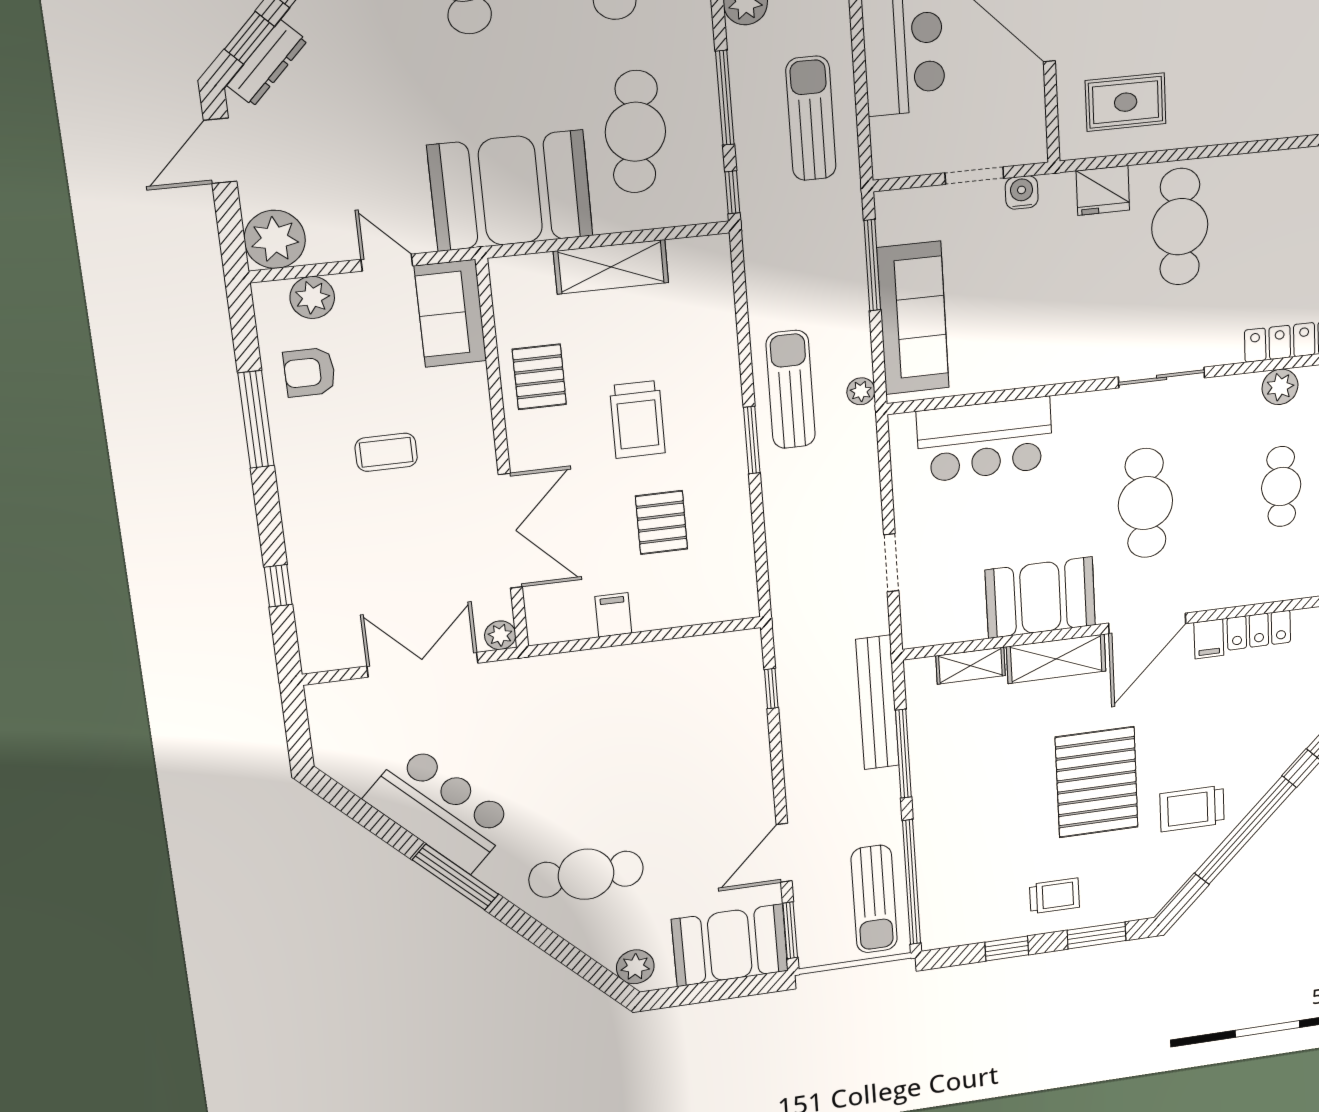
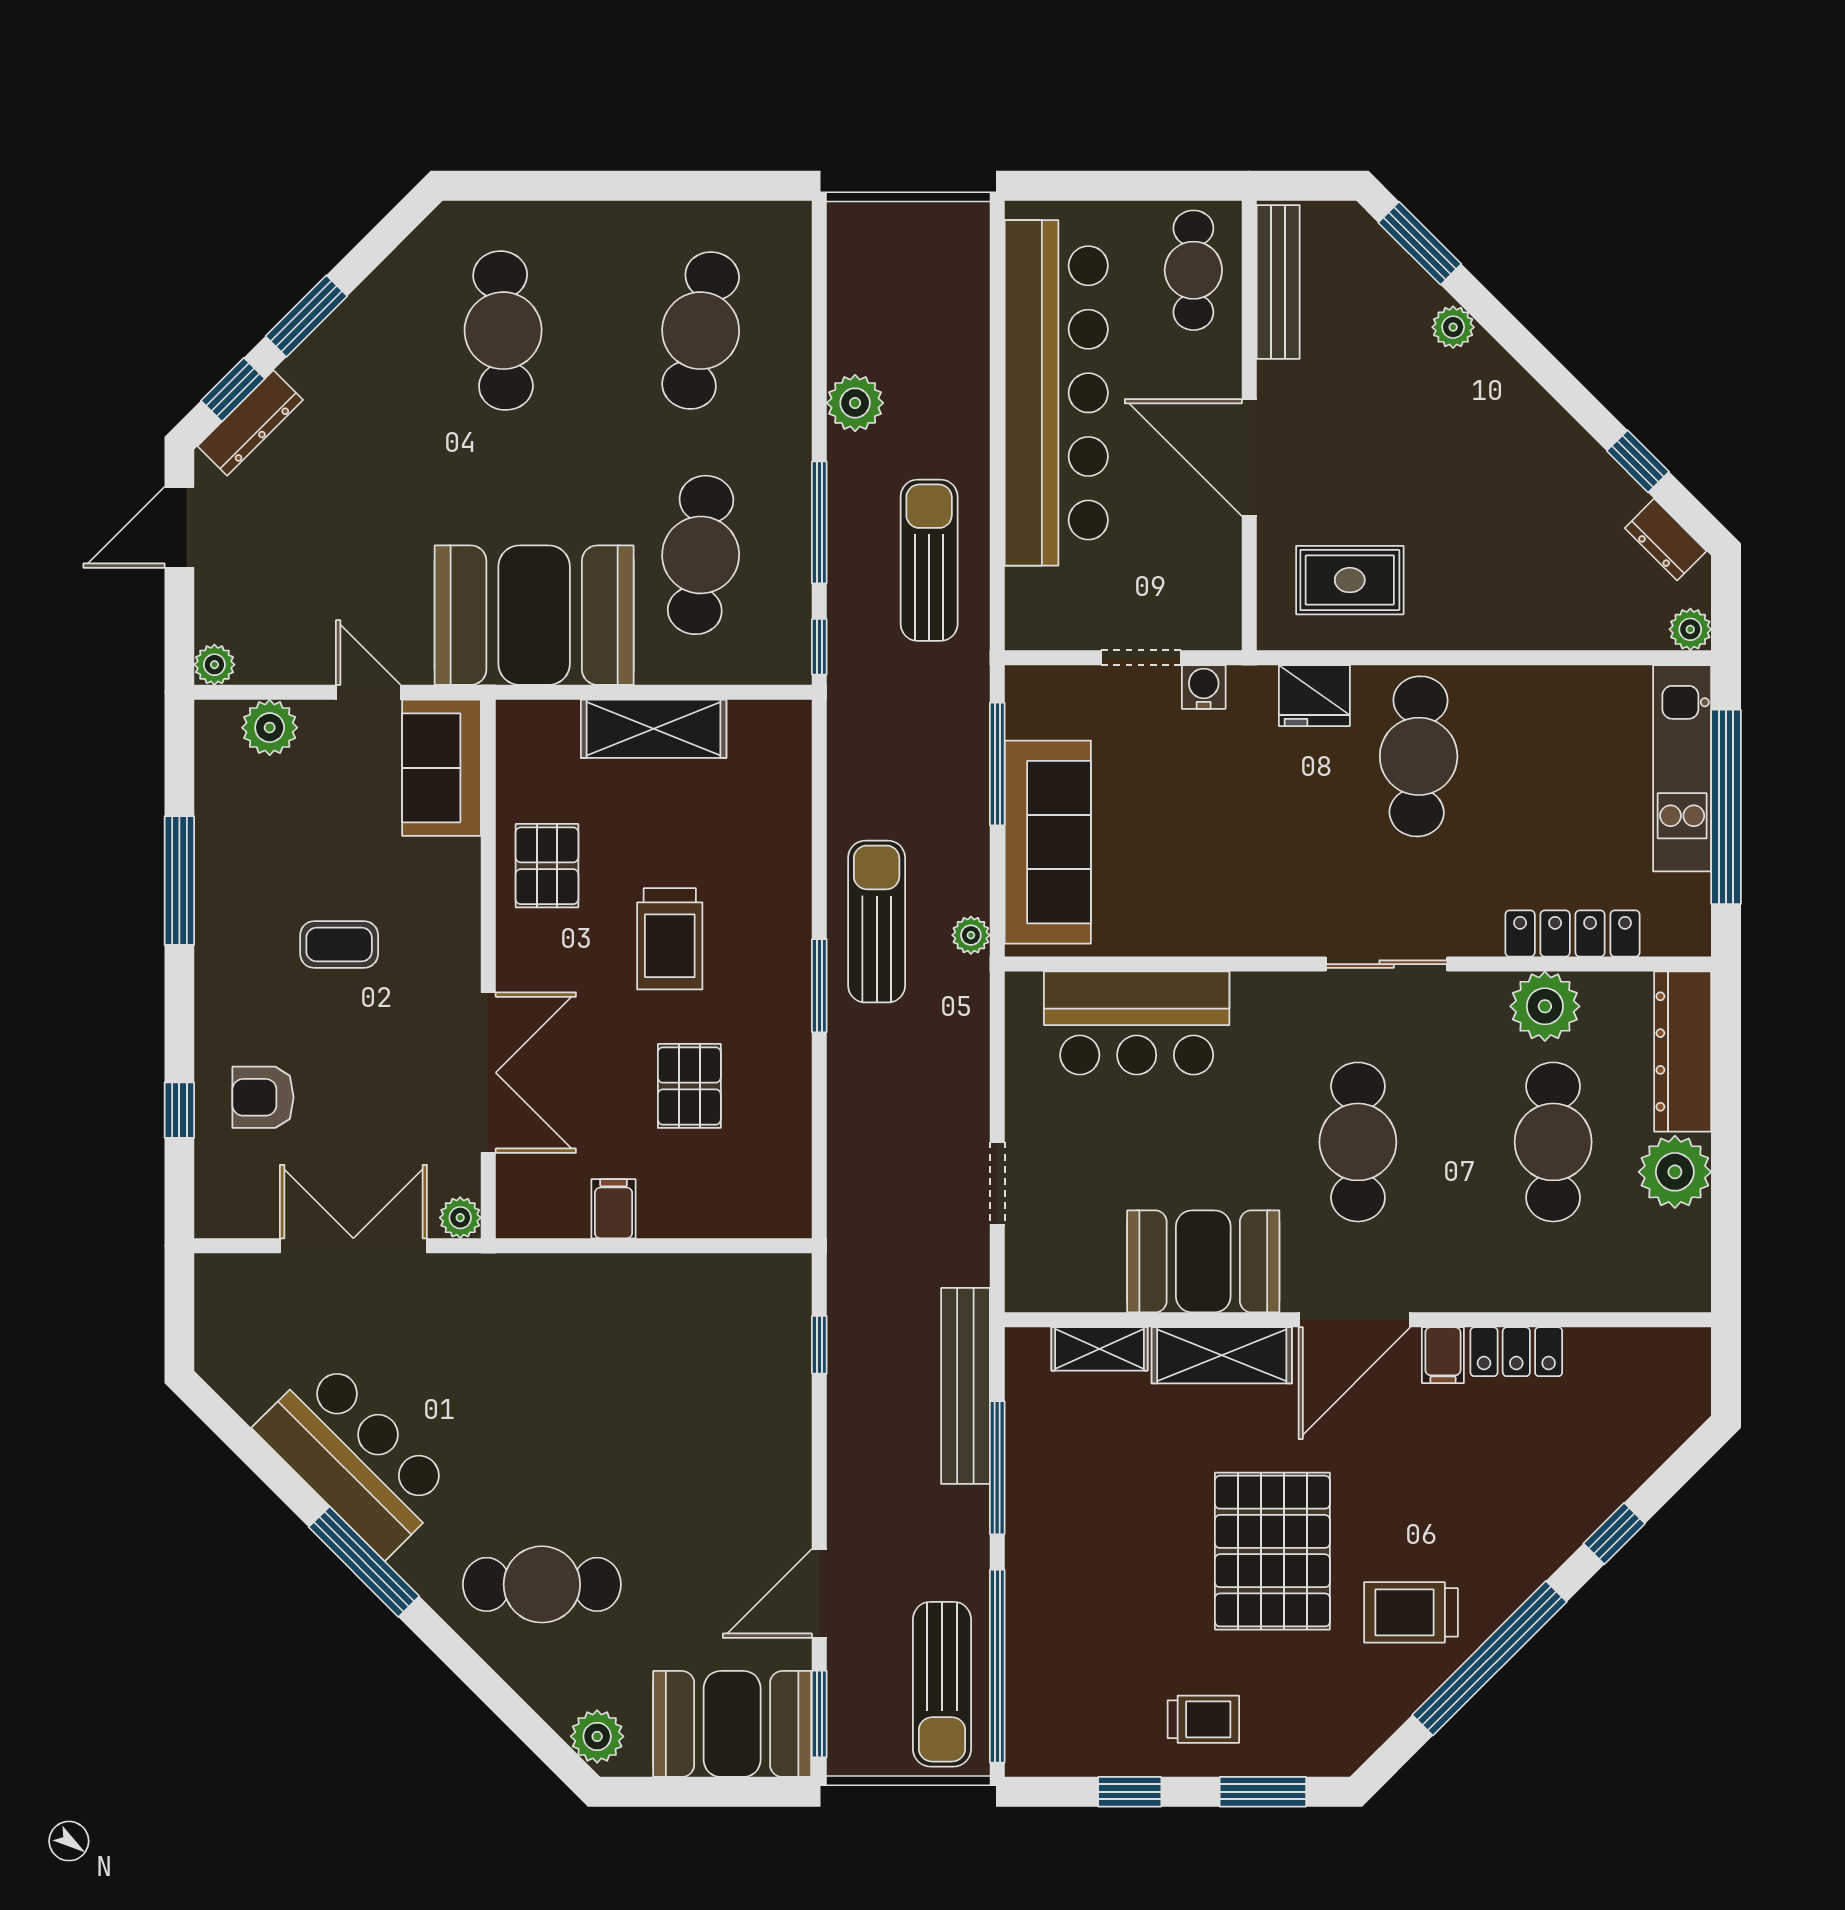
plant: (275, 239) -> (214, 665), width x0.53, depth x0.53
armchair: (309, 372) -> (263, 1097), moved
plant: (1280, 387) -> (1545, 1006), width x1.36, depth x1.36
cafe table: (1281, 487) -> (1553, 1142), width x1.37, depth x1.35

